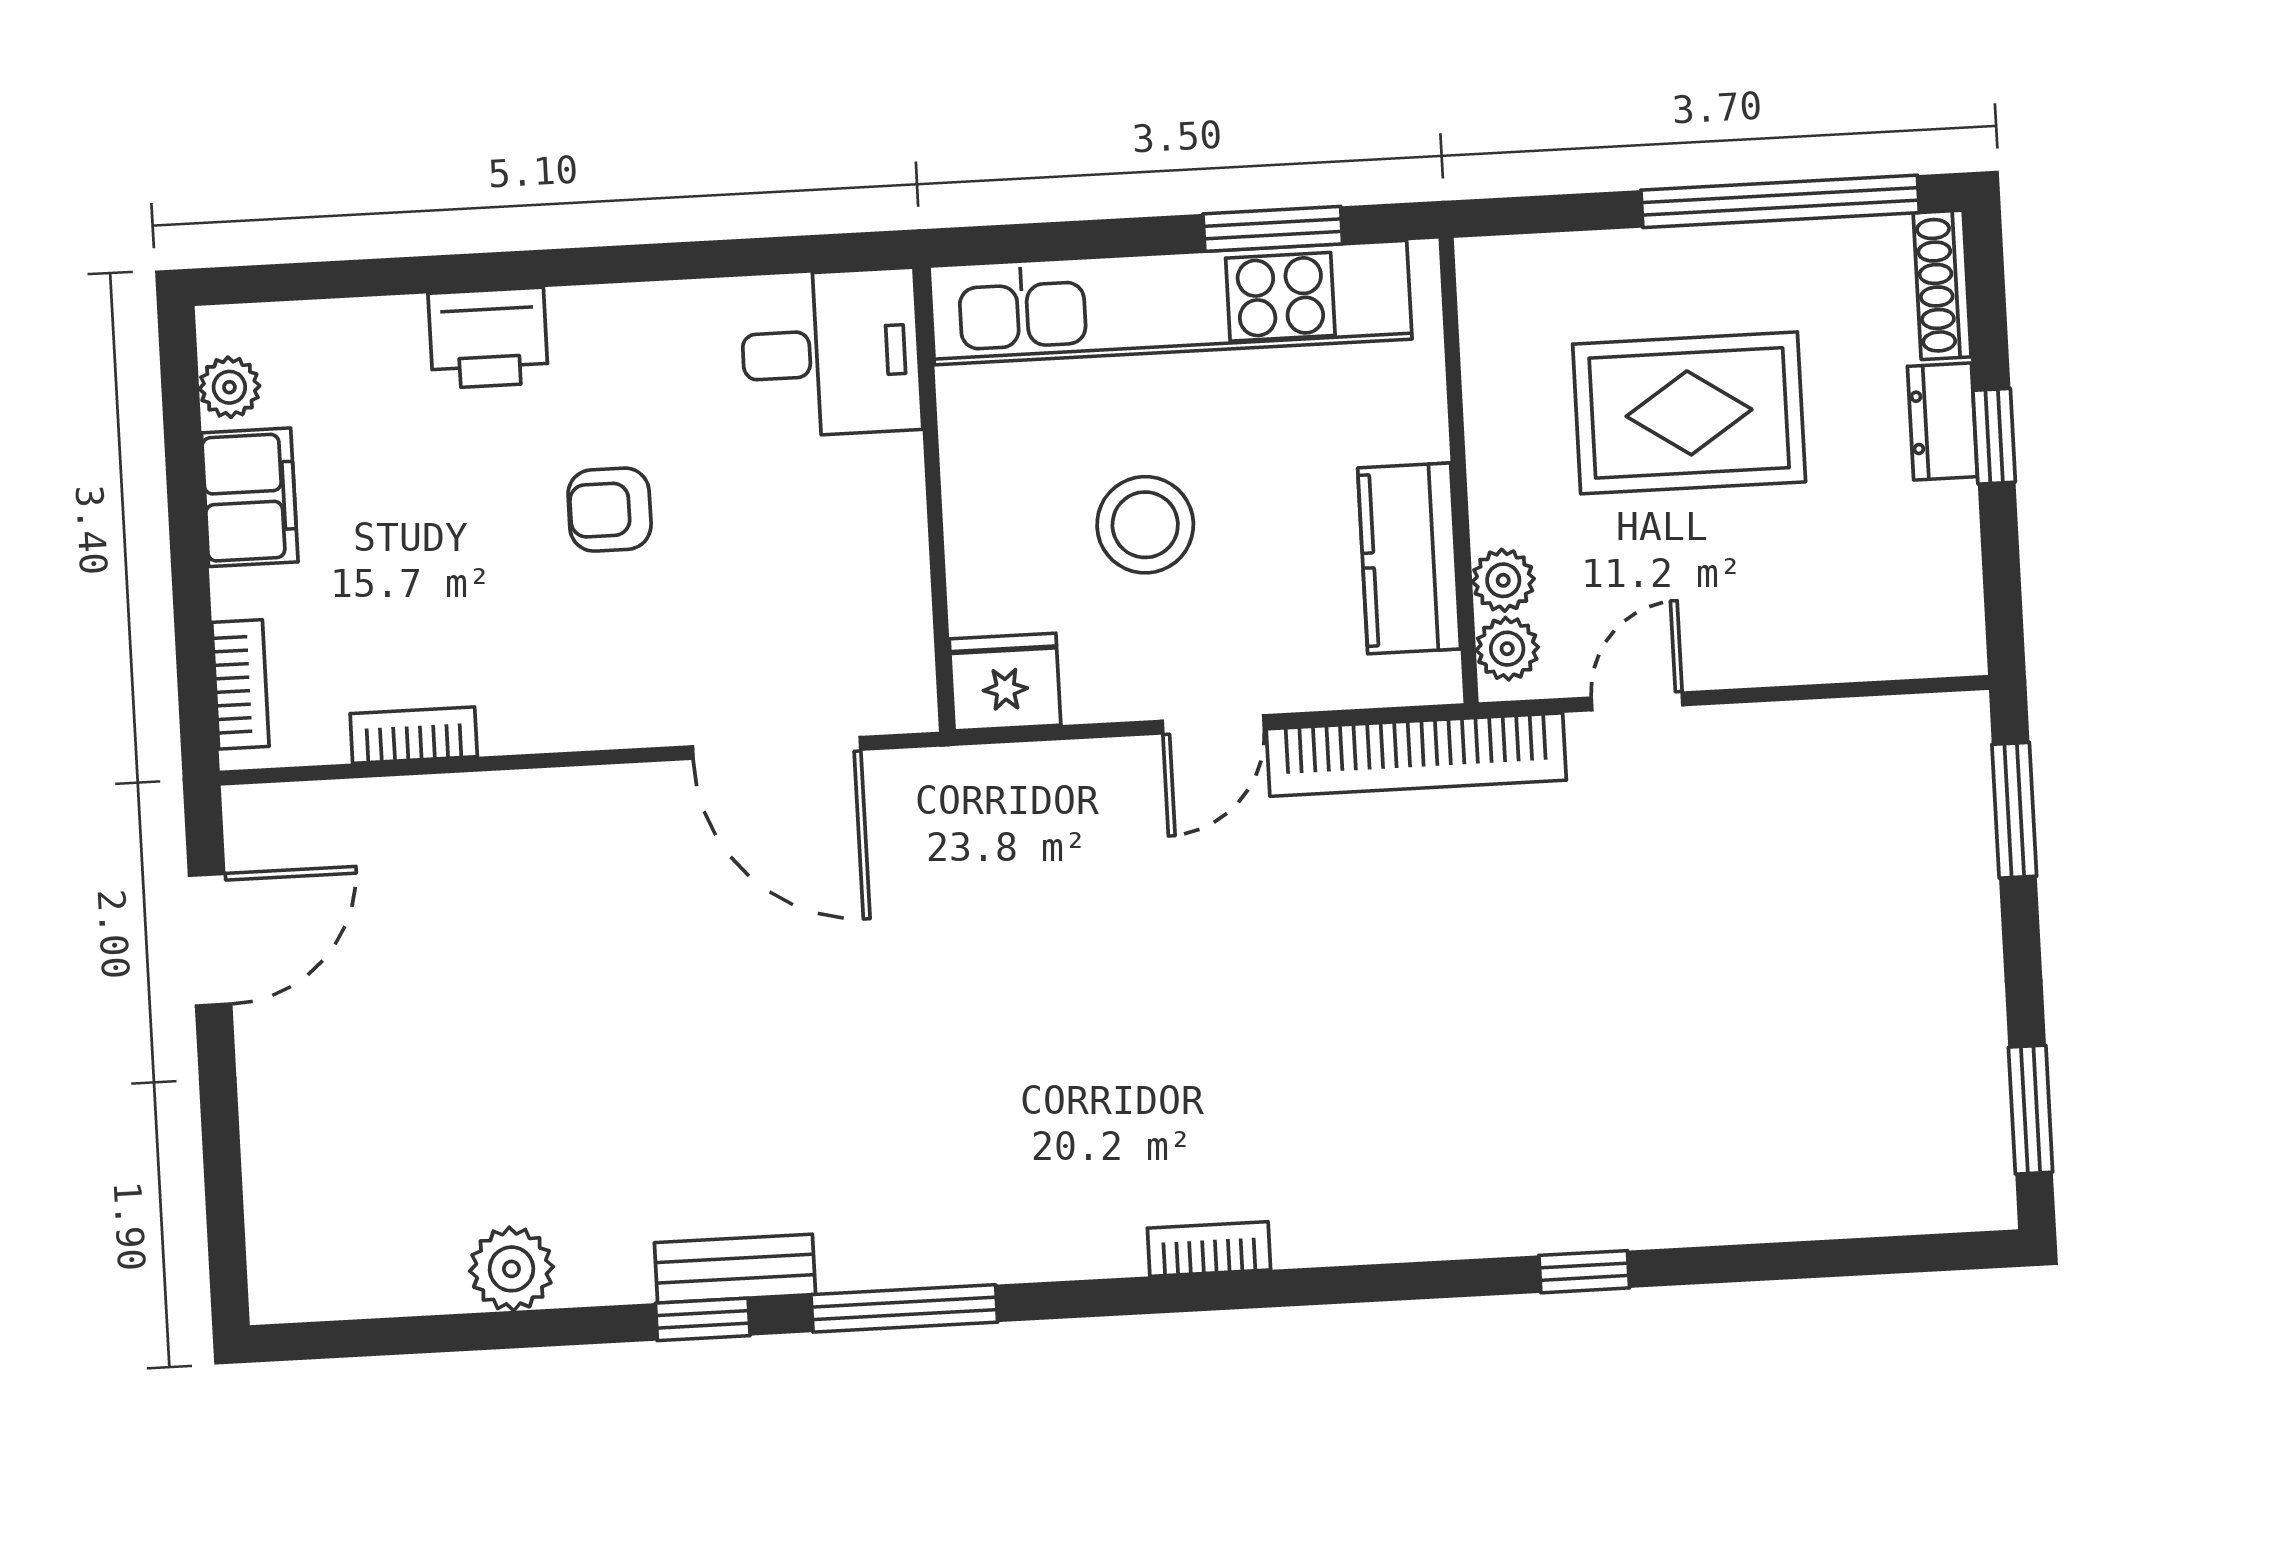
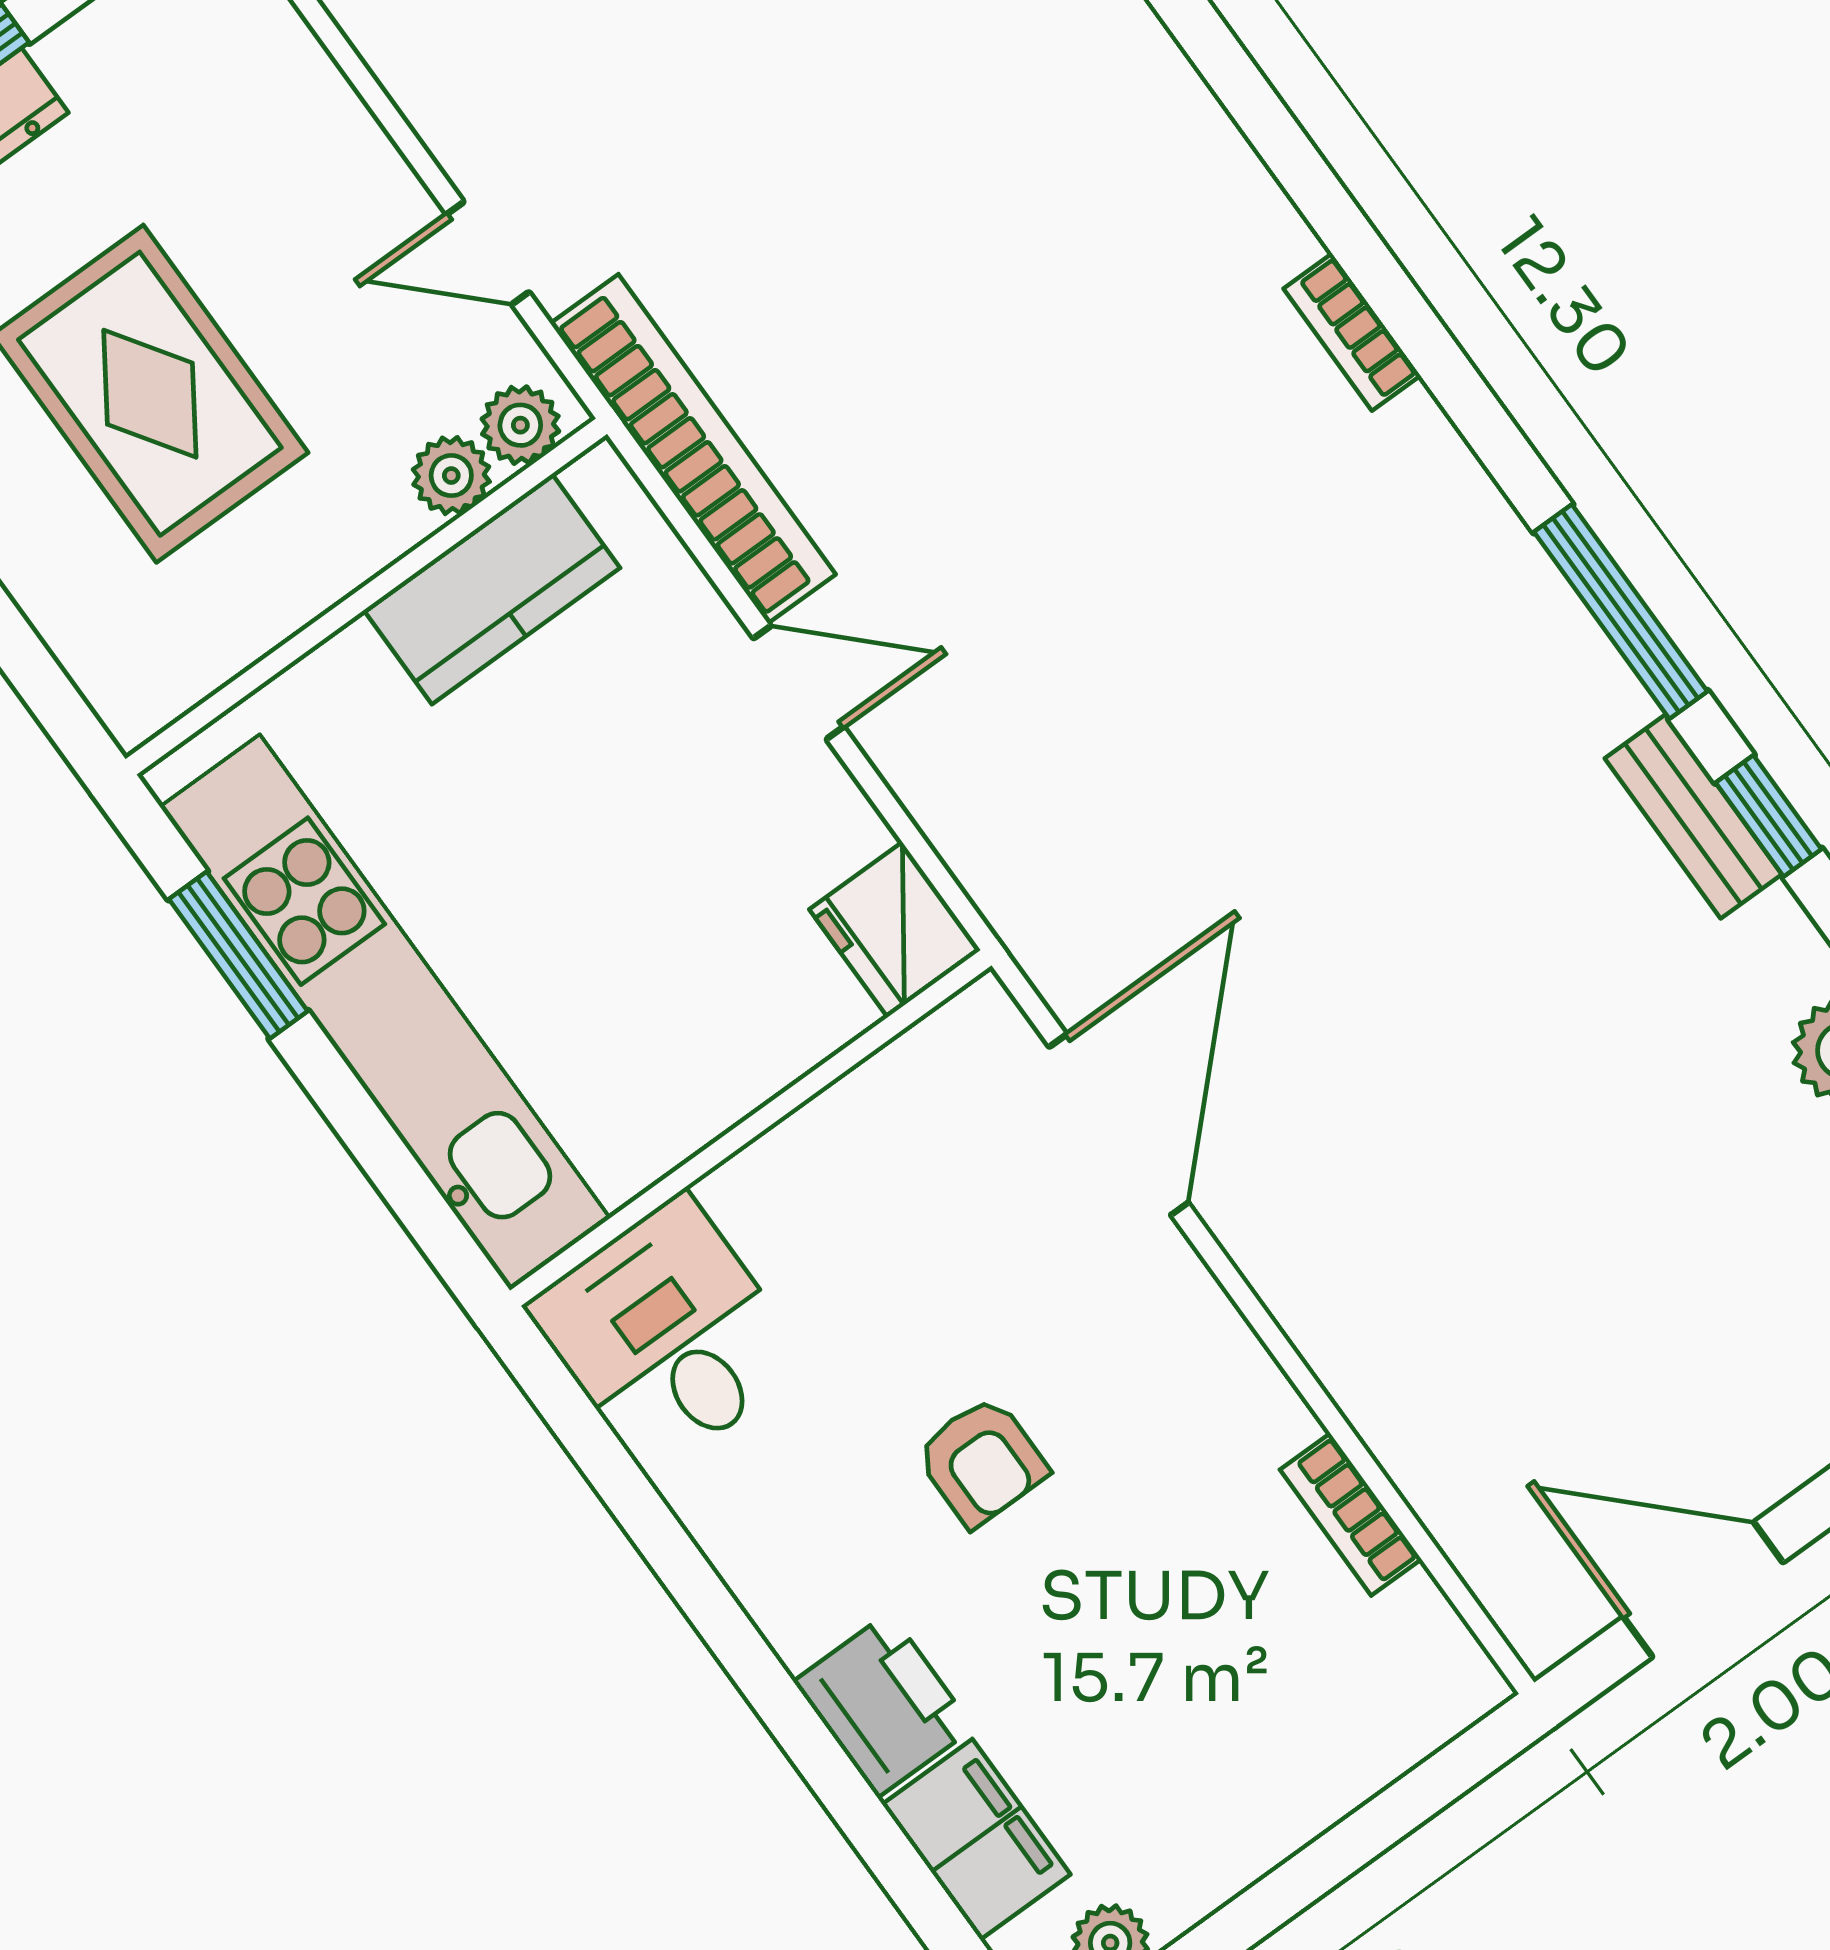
filing cabinet: (250, 497) -> (976, 1839), moved, turned 90
stool: (1145, 525) -> (635, 889), removed
bookcase: (240, 684) -> (1415, 1730), removed

